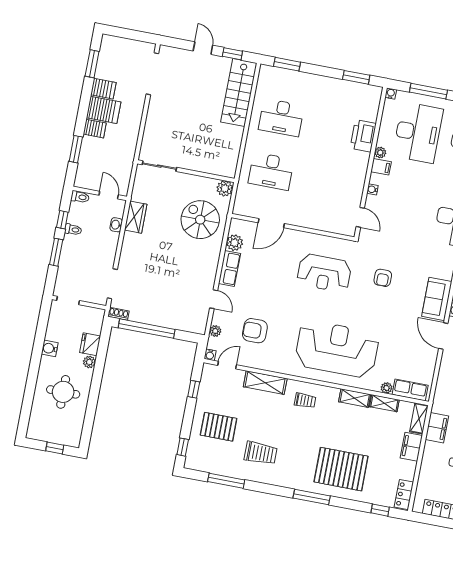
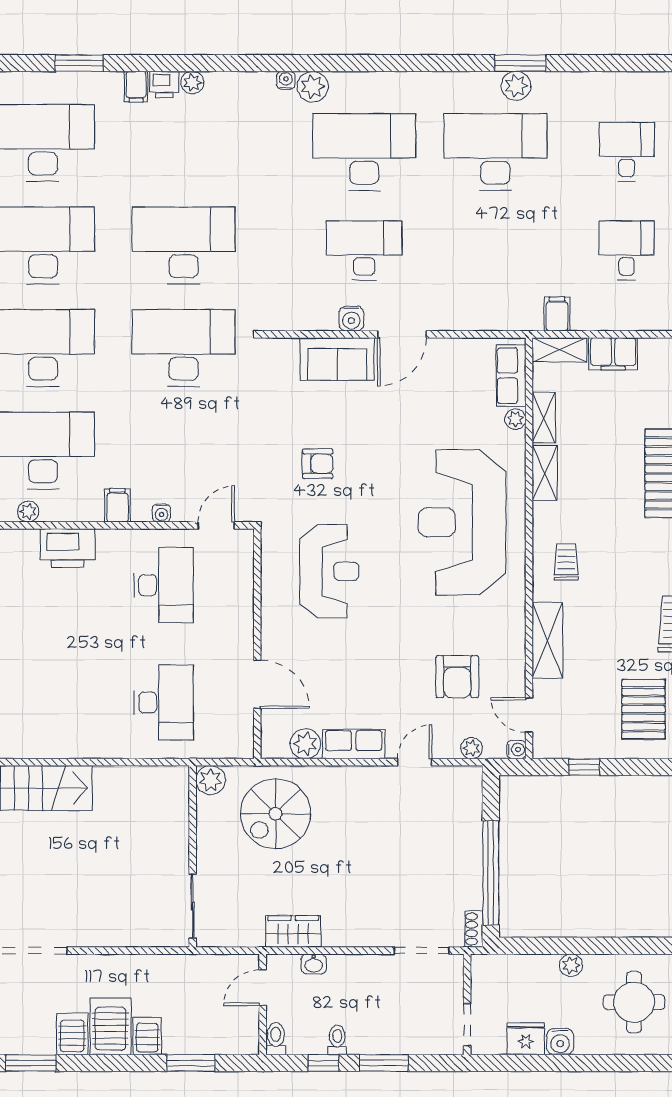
desk: (281, 118) -> (164, 585), moved
plant: (380, 153) -> (28, 512), moved
fridge: (90, 344) -> (526, 1039), moved, turned 180
filing cabinet: (437, 428) -> (557, 314), width x0.50

